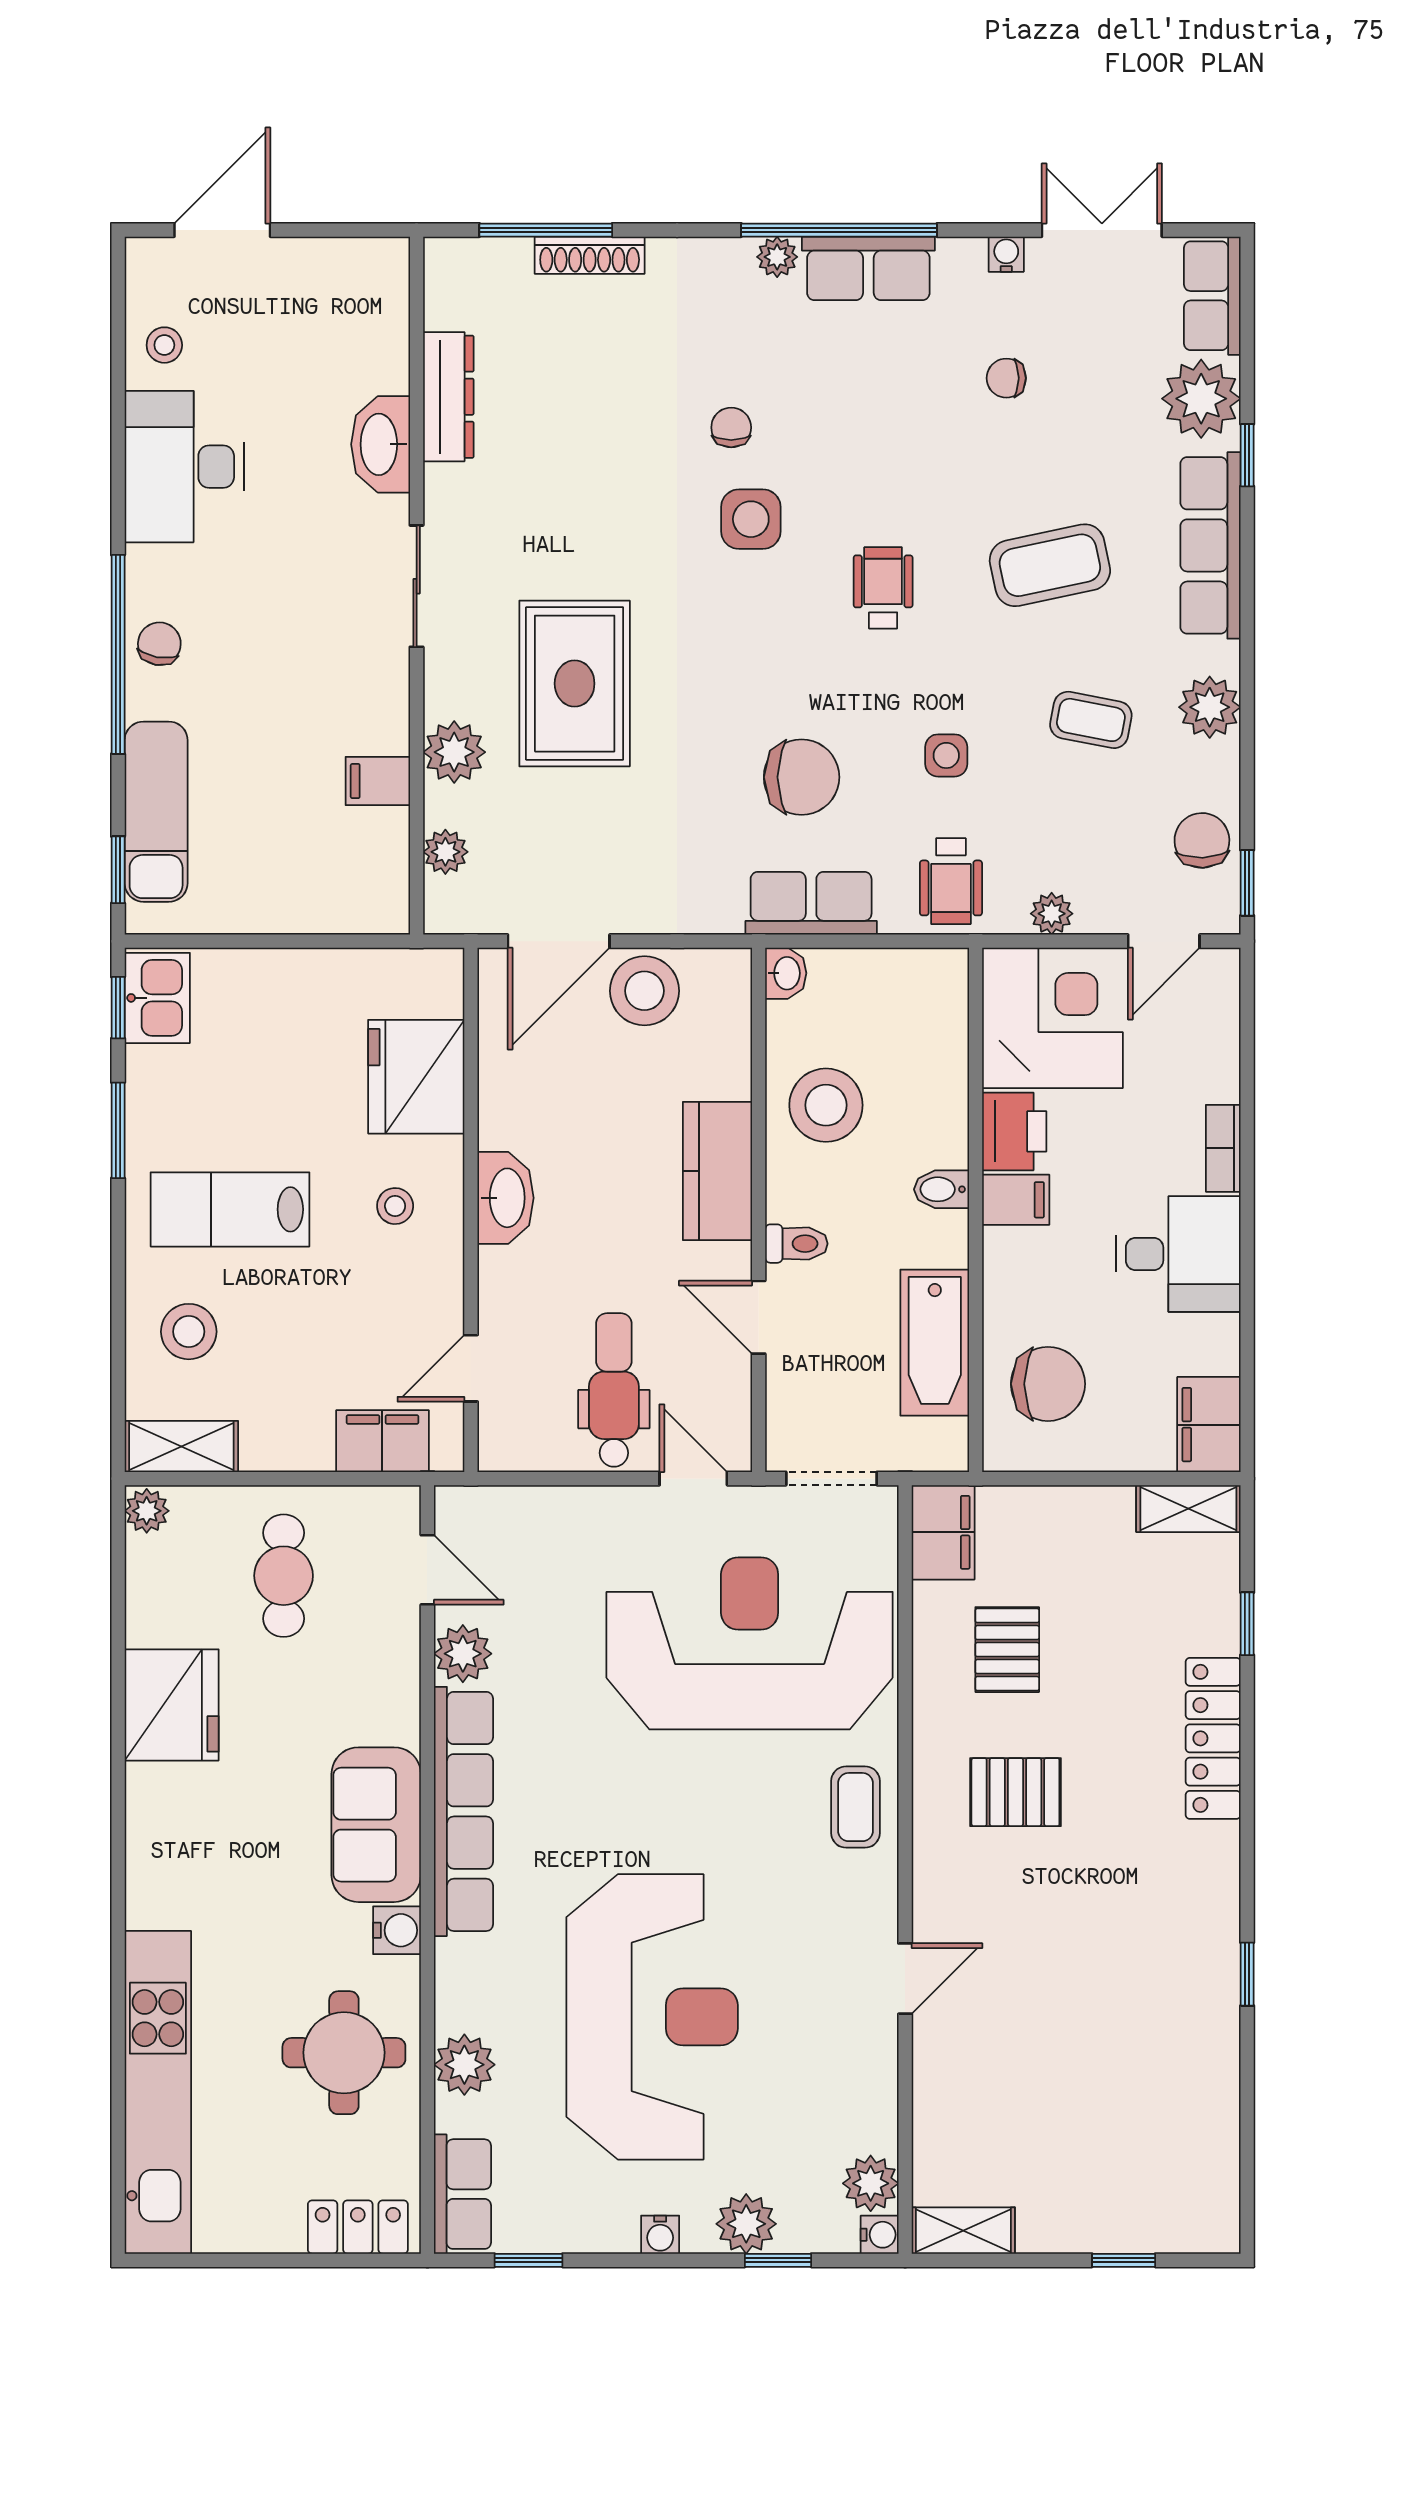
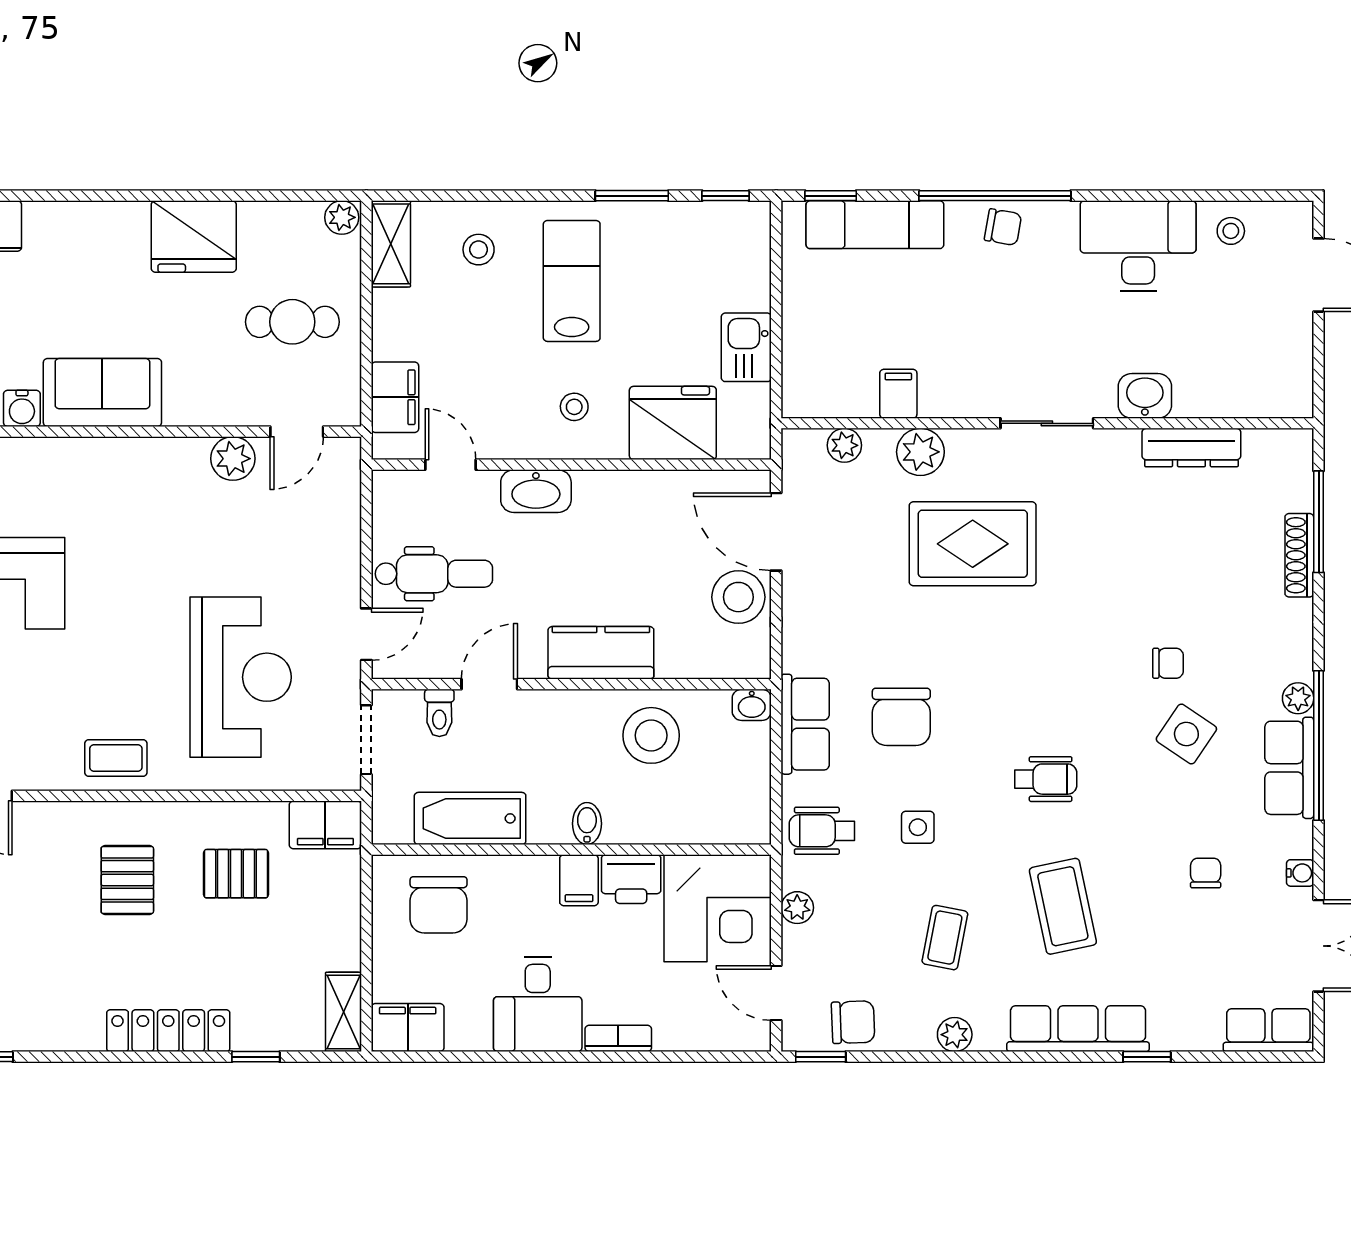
plant: (1201, 399) -> (1190, 1022), removed
washbasin: (381, 444) -> (1145, 396), width x0.72
side table: (751, 519) -> (1186, 734), moved, turned 34
plant: (1210, 707) -> (955, 1035), width x0.73, depth x0.73
kitchen sink: (157, 998) -> (746, 347), moved, turned 90
washbasin: (506, 1198) -> (536, 491), moved
toilet: (796, 1244) -> (439, 713), moved
stool: (189, 1332) -> (479, 250), width x0.73, depth x0.73
reception desk: (750, 1643) -> (241, 677), width x0.74, depth x0.77
row of seats: (463, 1811) -> (113, 459), removed

